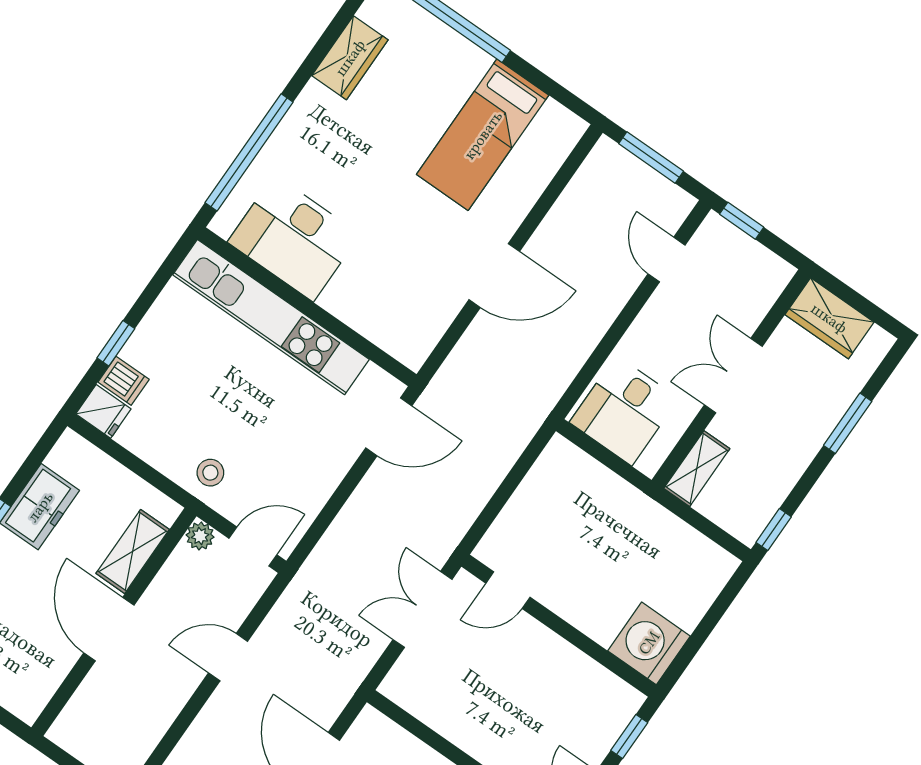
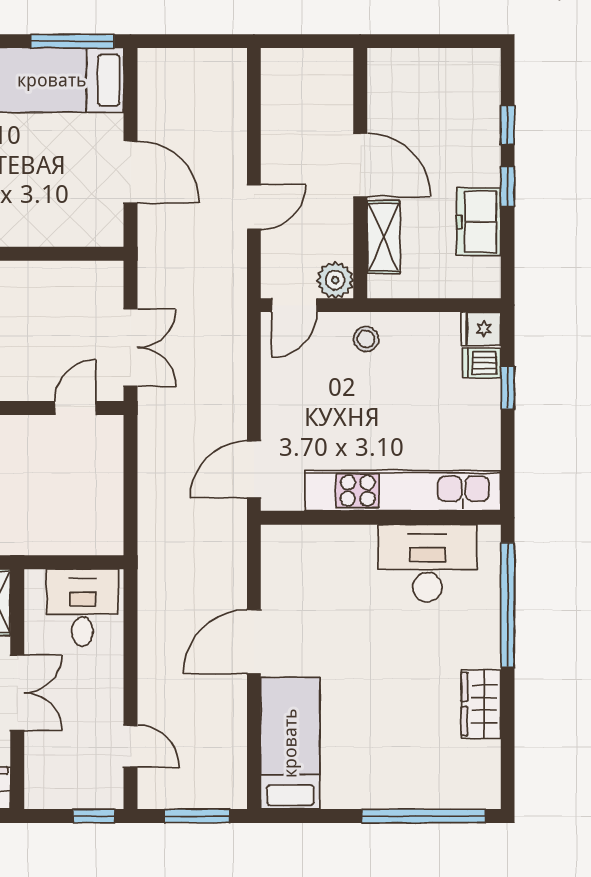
wardrobe: (350, 58) -> (481, 704), moved
bed: (483, 135) -> (290, 743), moved
plant: (200, 536) -> (335, 280), width x1.38, depth x1.38

